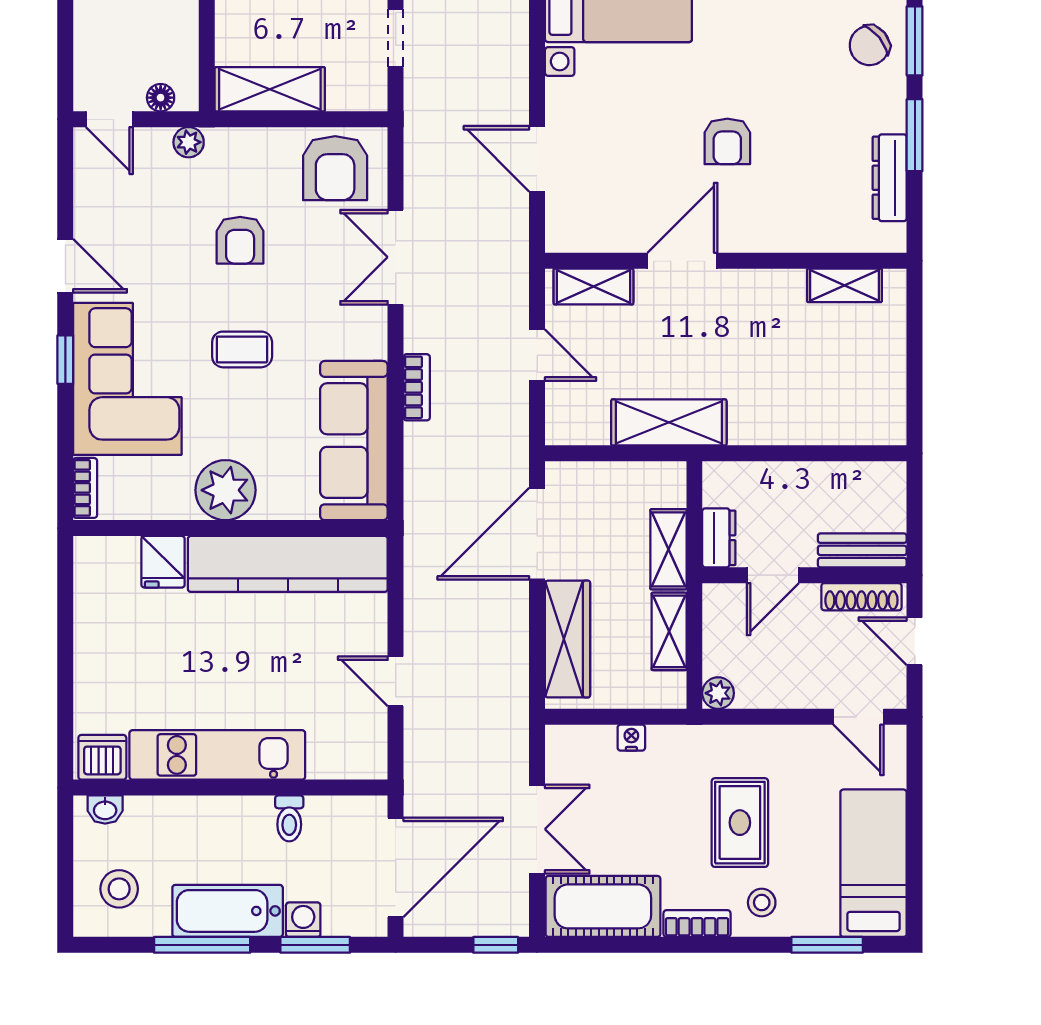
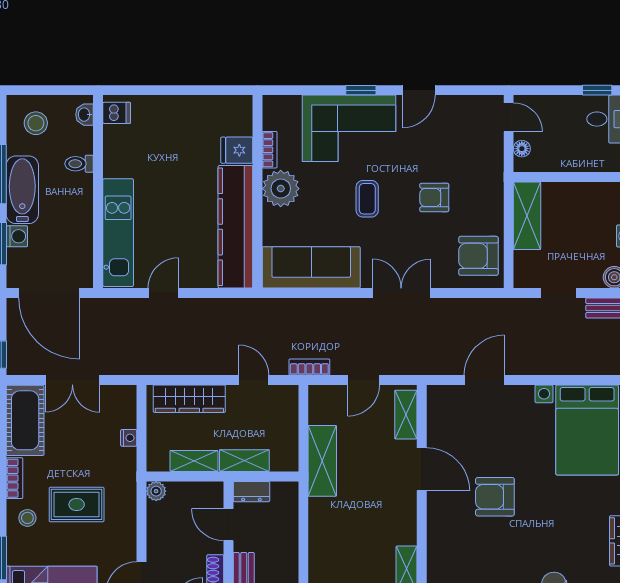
door: (109, 119) -> (509, 117), swing flipped
armchair: (727, 141) -> (495, 497), width x1.38, depth x1.38
plant: (189, 142) -> (494, 166), removed
double door: (396, 257) -> (401, 293), moved
bookcase: (417, 387) -> (309, 367), moved, turned 180
bookcase: (85, 488) -> (270, 150), moved, turned -90
door: (537, 534) -> (254, 380), width x0.53
kitchen unit: (217, 755) -> (118, 233), moved
dishwasher: (102, 757) -> (117, 113), width x0.73
toilet: (289, 818) -> (79, 164), moved

